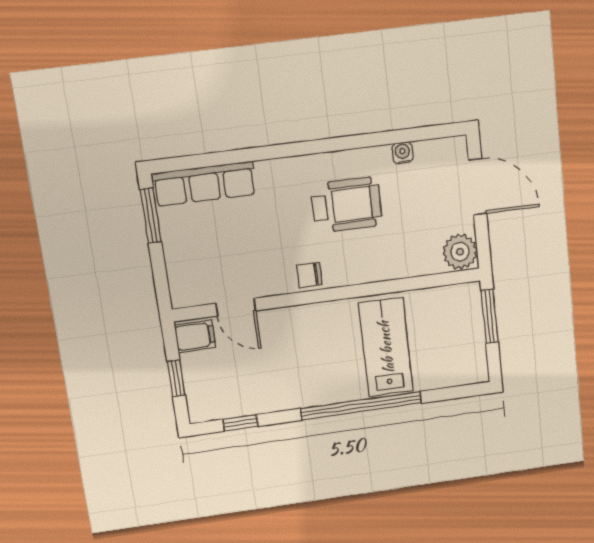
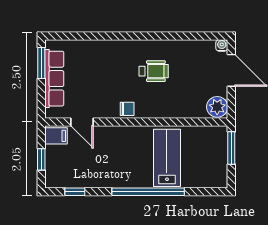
water cooler: (403, 153) -> (222, 45), moved
row of seats: (204, 184) -> (54, 79), moved, turned -90
wheelchair: (347, 205) -> (154, 71), width x0.73, depth x0.73
chair: (309, 275) -> (127, 109), turned 180

